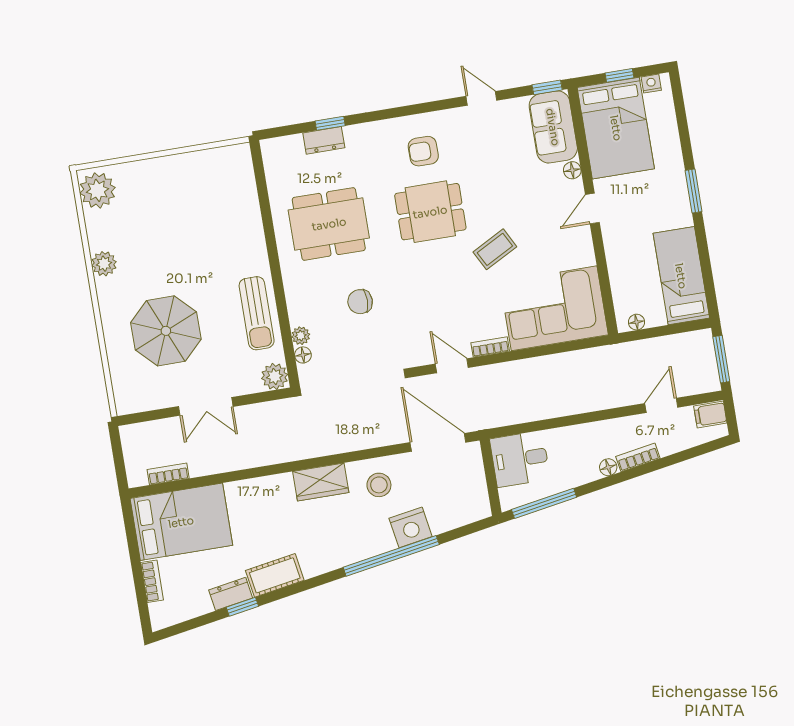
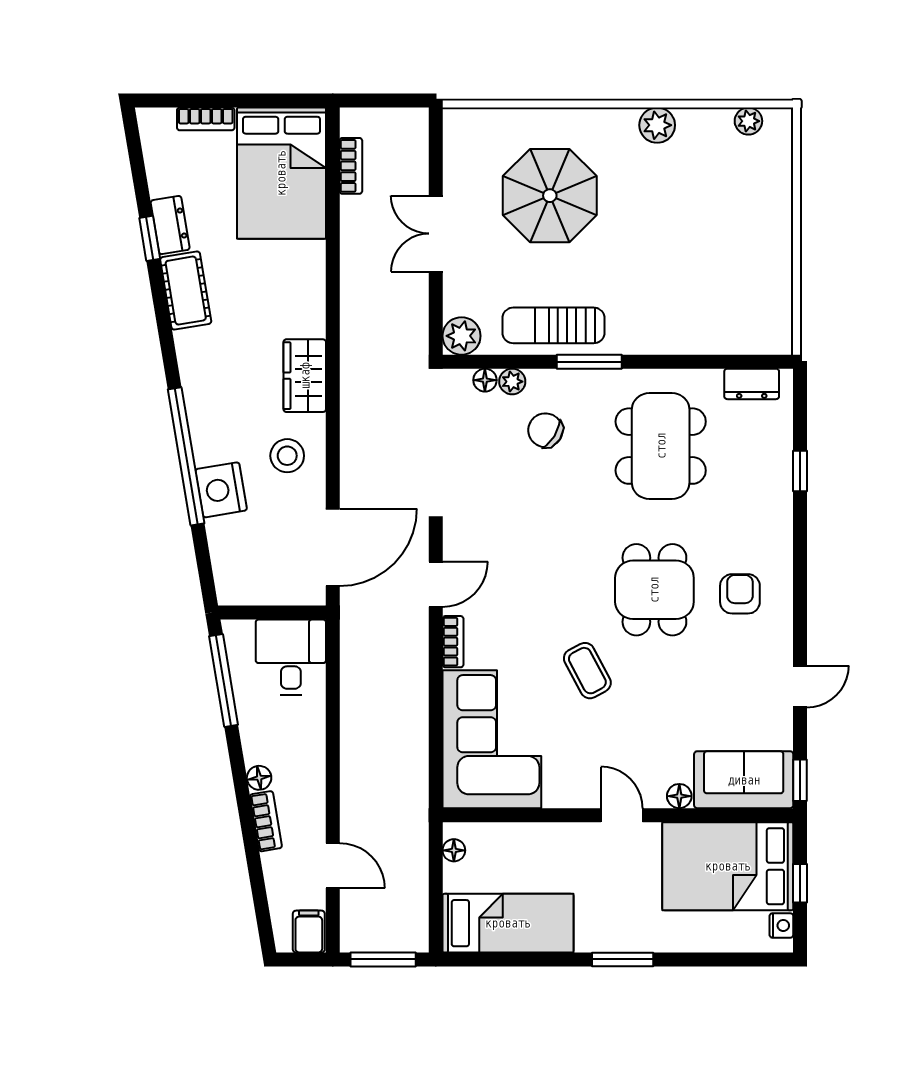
dresser: (324, 140) -> (752, 384), moved, turned -90
plant: (97, 190) -> (748, 121), width x0.53, depth x0.53
window: (278, 284) -> (589, 362), added
chair: (360, 302) -> (545, 430), moved, turned -58

